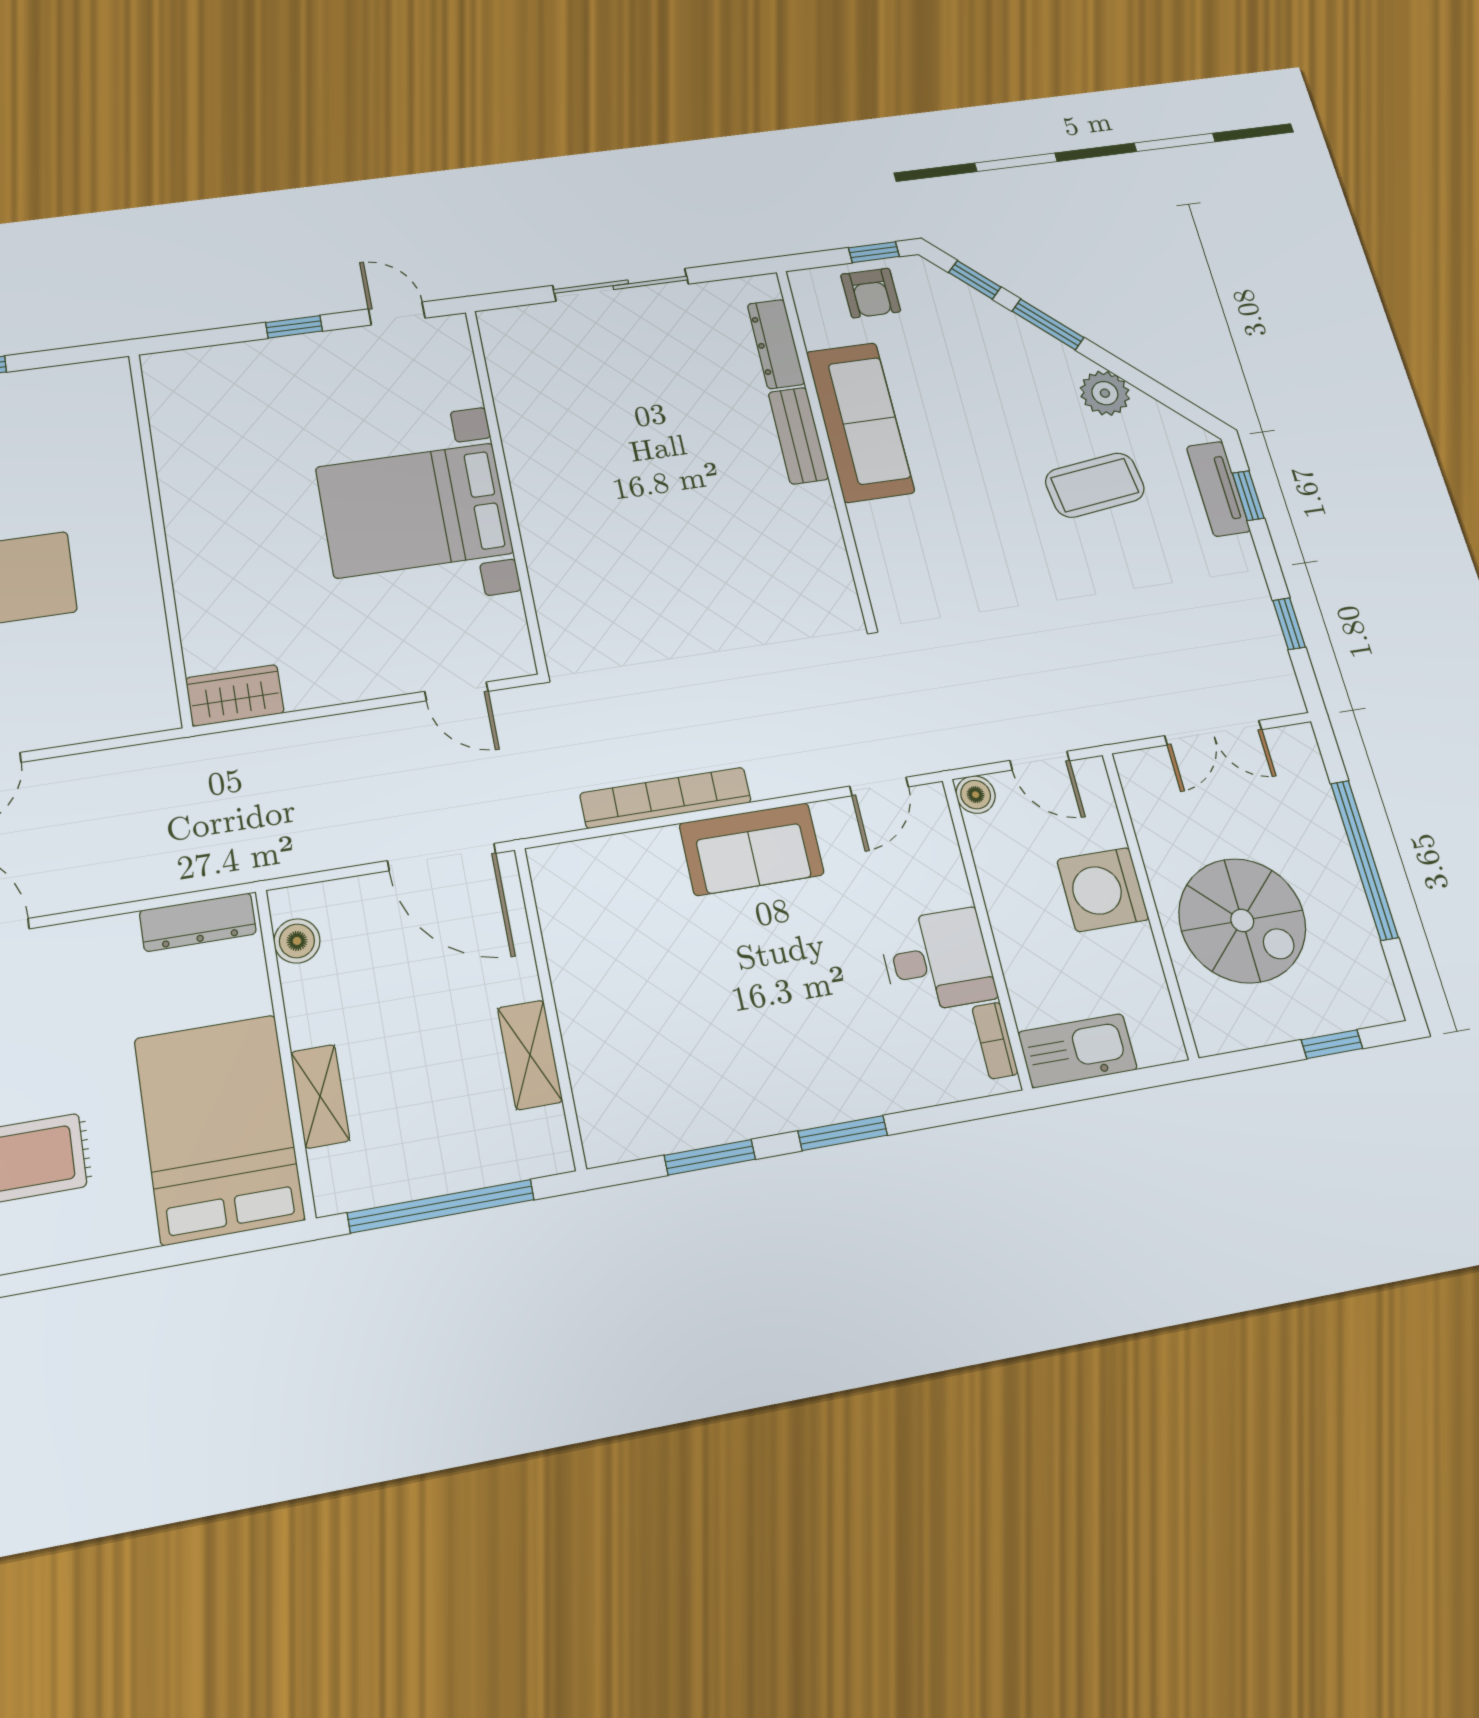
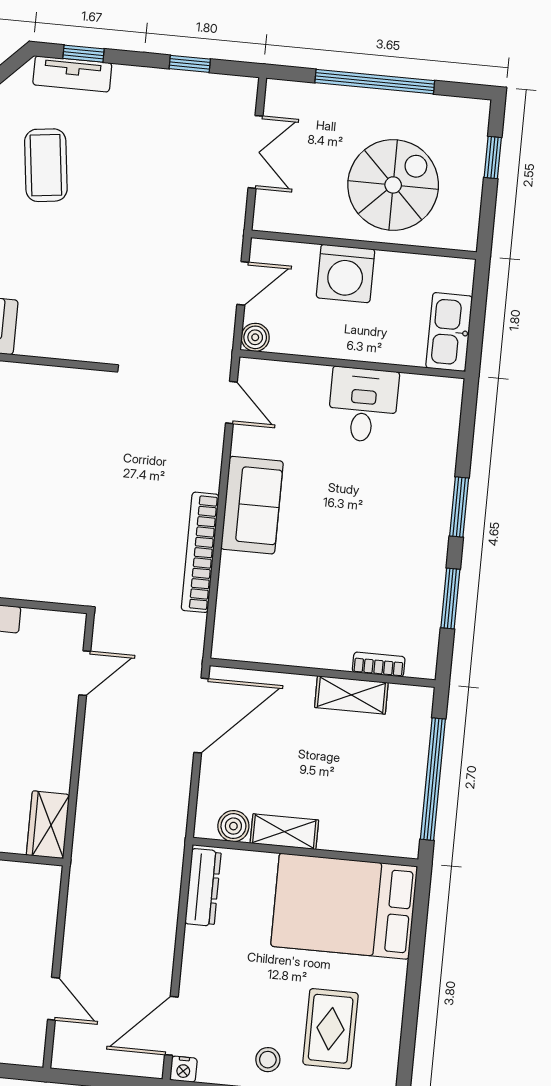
bookcase: (995, 1040) -> (379, 664), moved, turned 180
shelving: (320, 1096) -> (284, 832), moved

